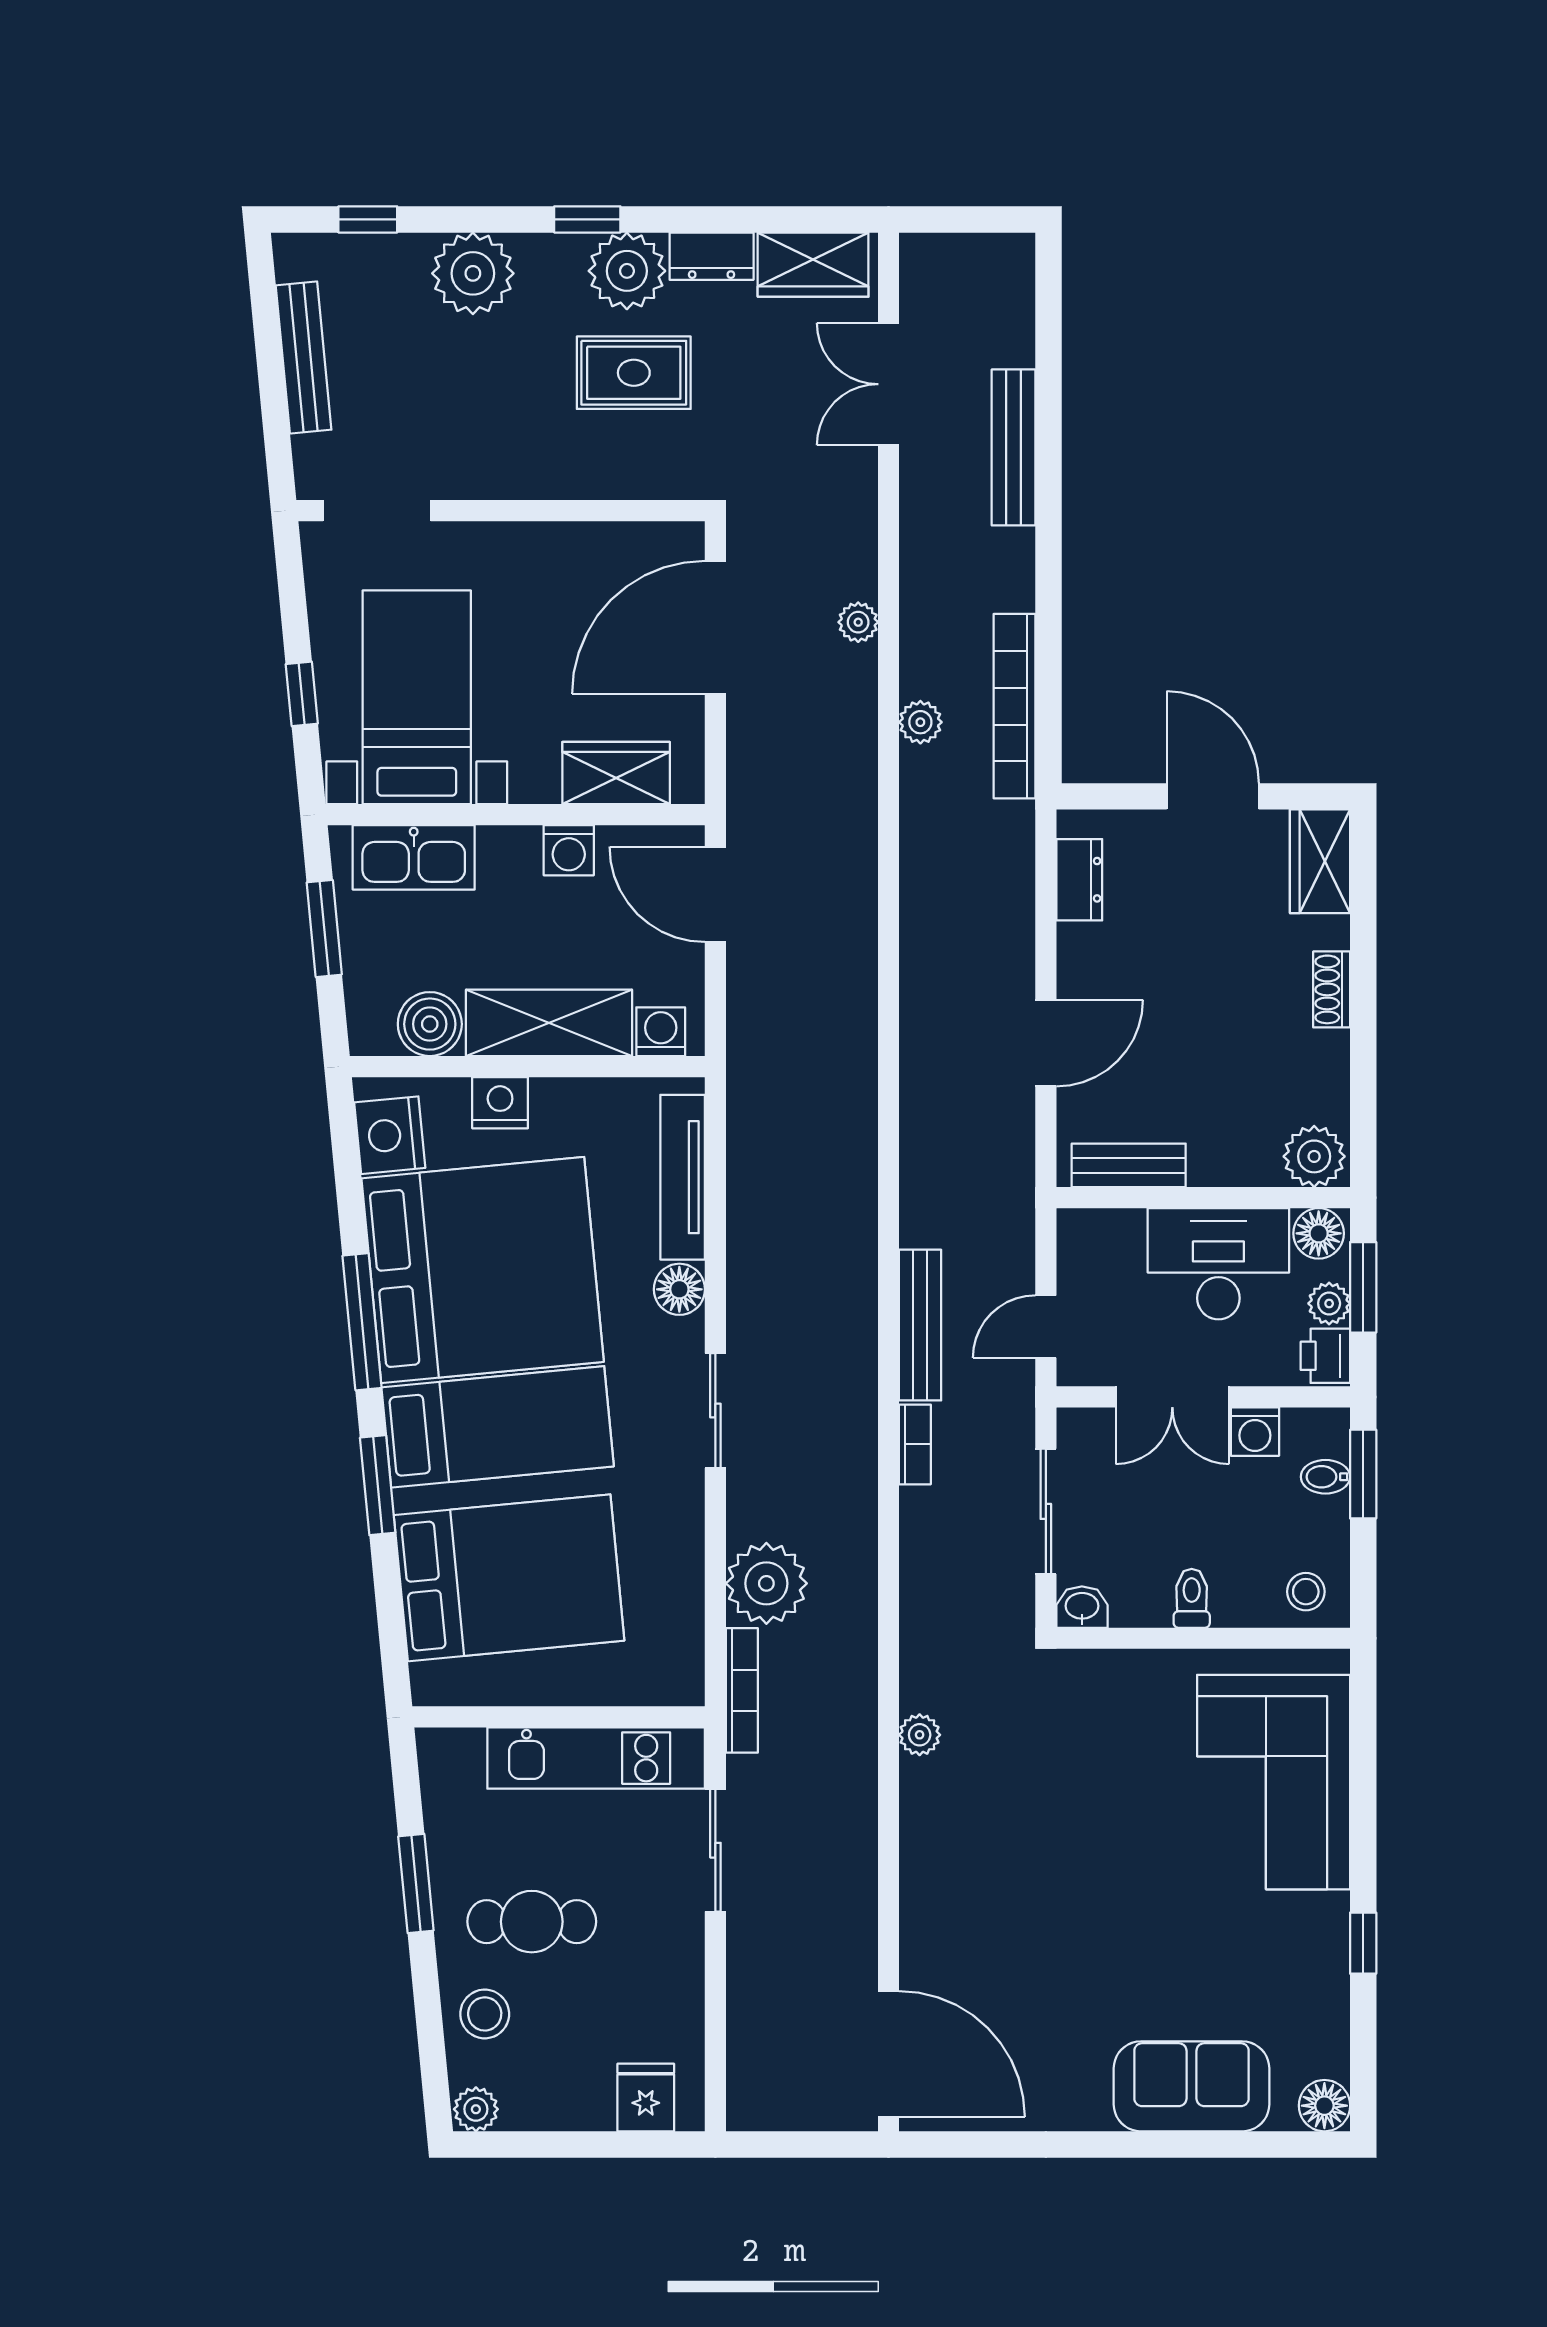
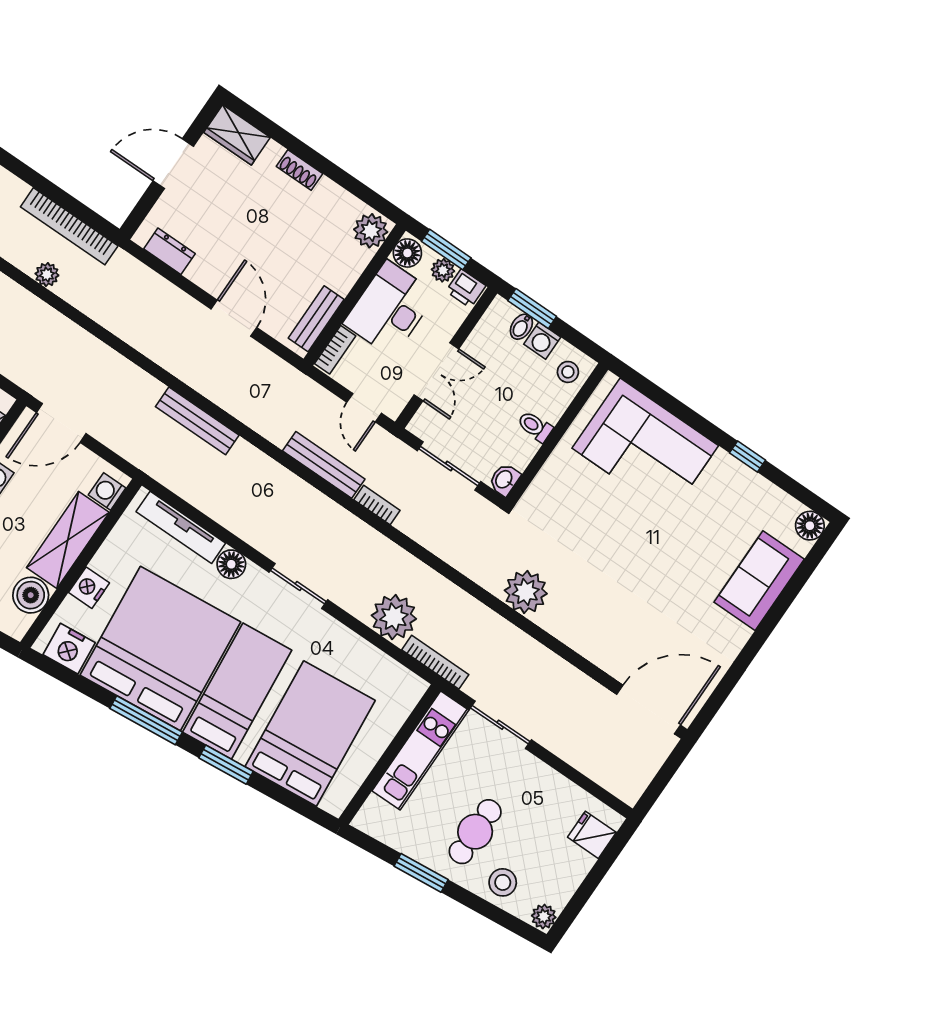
bench: (857, 1093) -> (197, 421), added
bookcase: (1102, 1225) -> (335, 350), added
washing machine: (1255, 1432) -> (542, 341), moved, turned 90
plant: (920, 1735) -> (526, 592), width x1.87, depth x1.87

